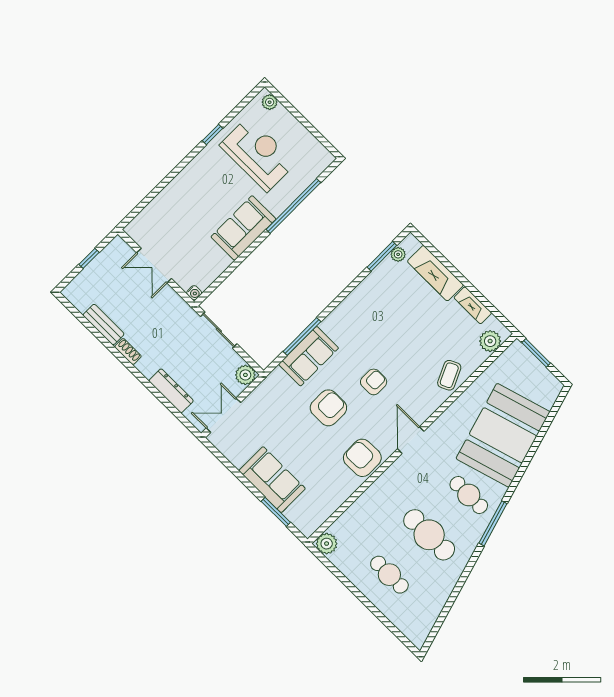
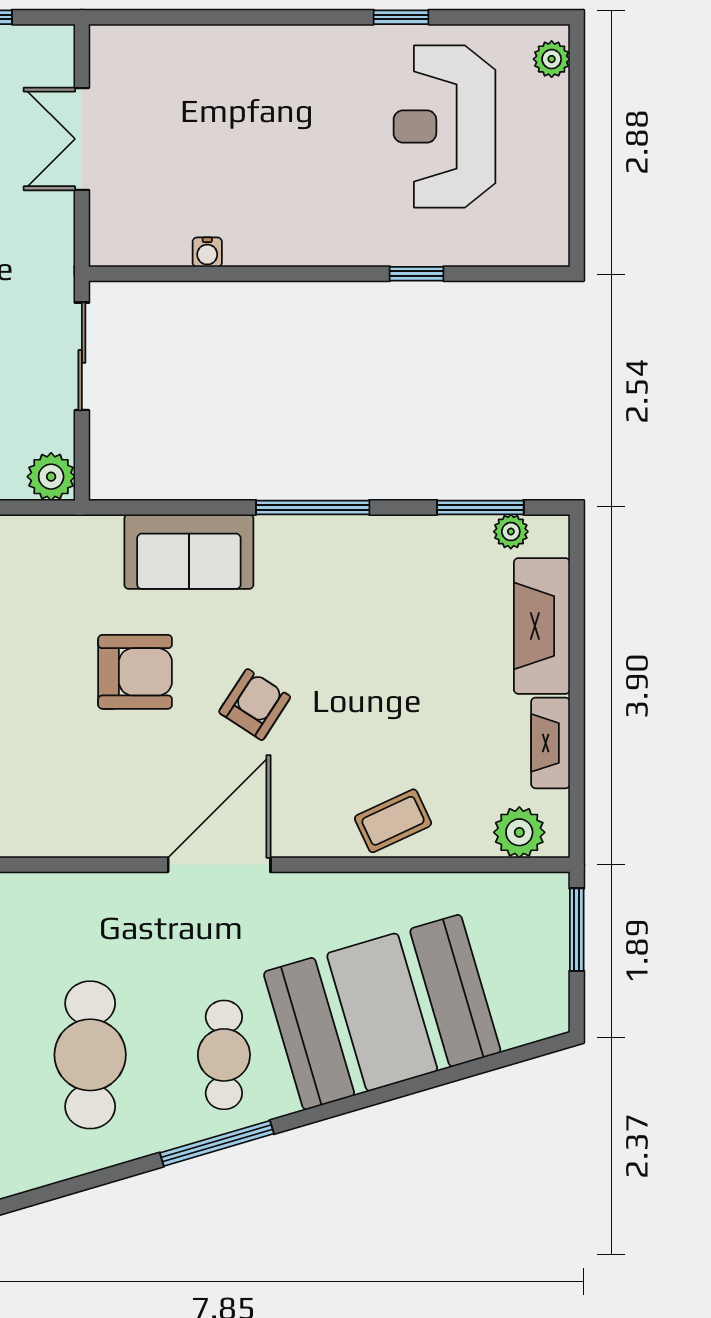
reception desk: (258, 154) -> (445, 127), turned 180
window: (293, 206) -> (417, 274), width x0.32
sofa: (243, 228) -> (296, 226), removed
water cooler: (194, 293) -> (207, 252), moved
window: (302, 336) -> (313, 507), moved
armchair: (374, 382) -> (255, 705), turned -57
door: (411, 440) -> (219, 865), width x1.36
armchair: (362, 458) -> (108, 813), removed

